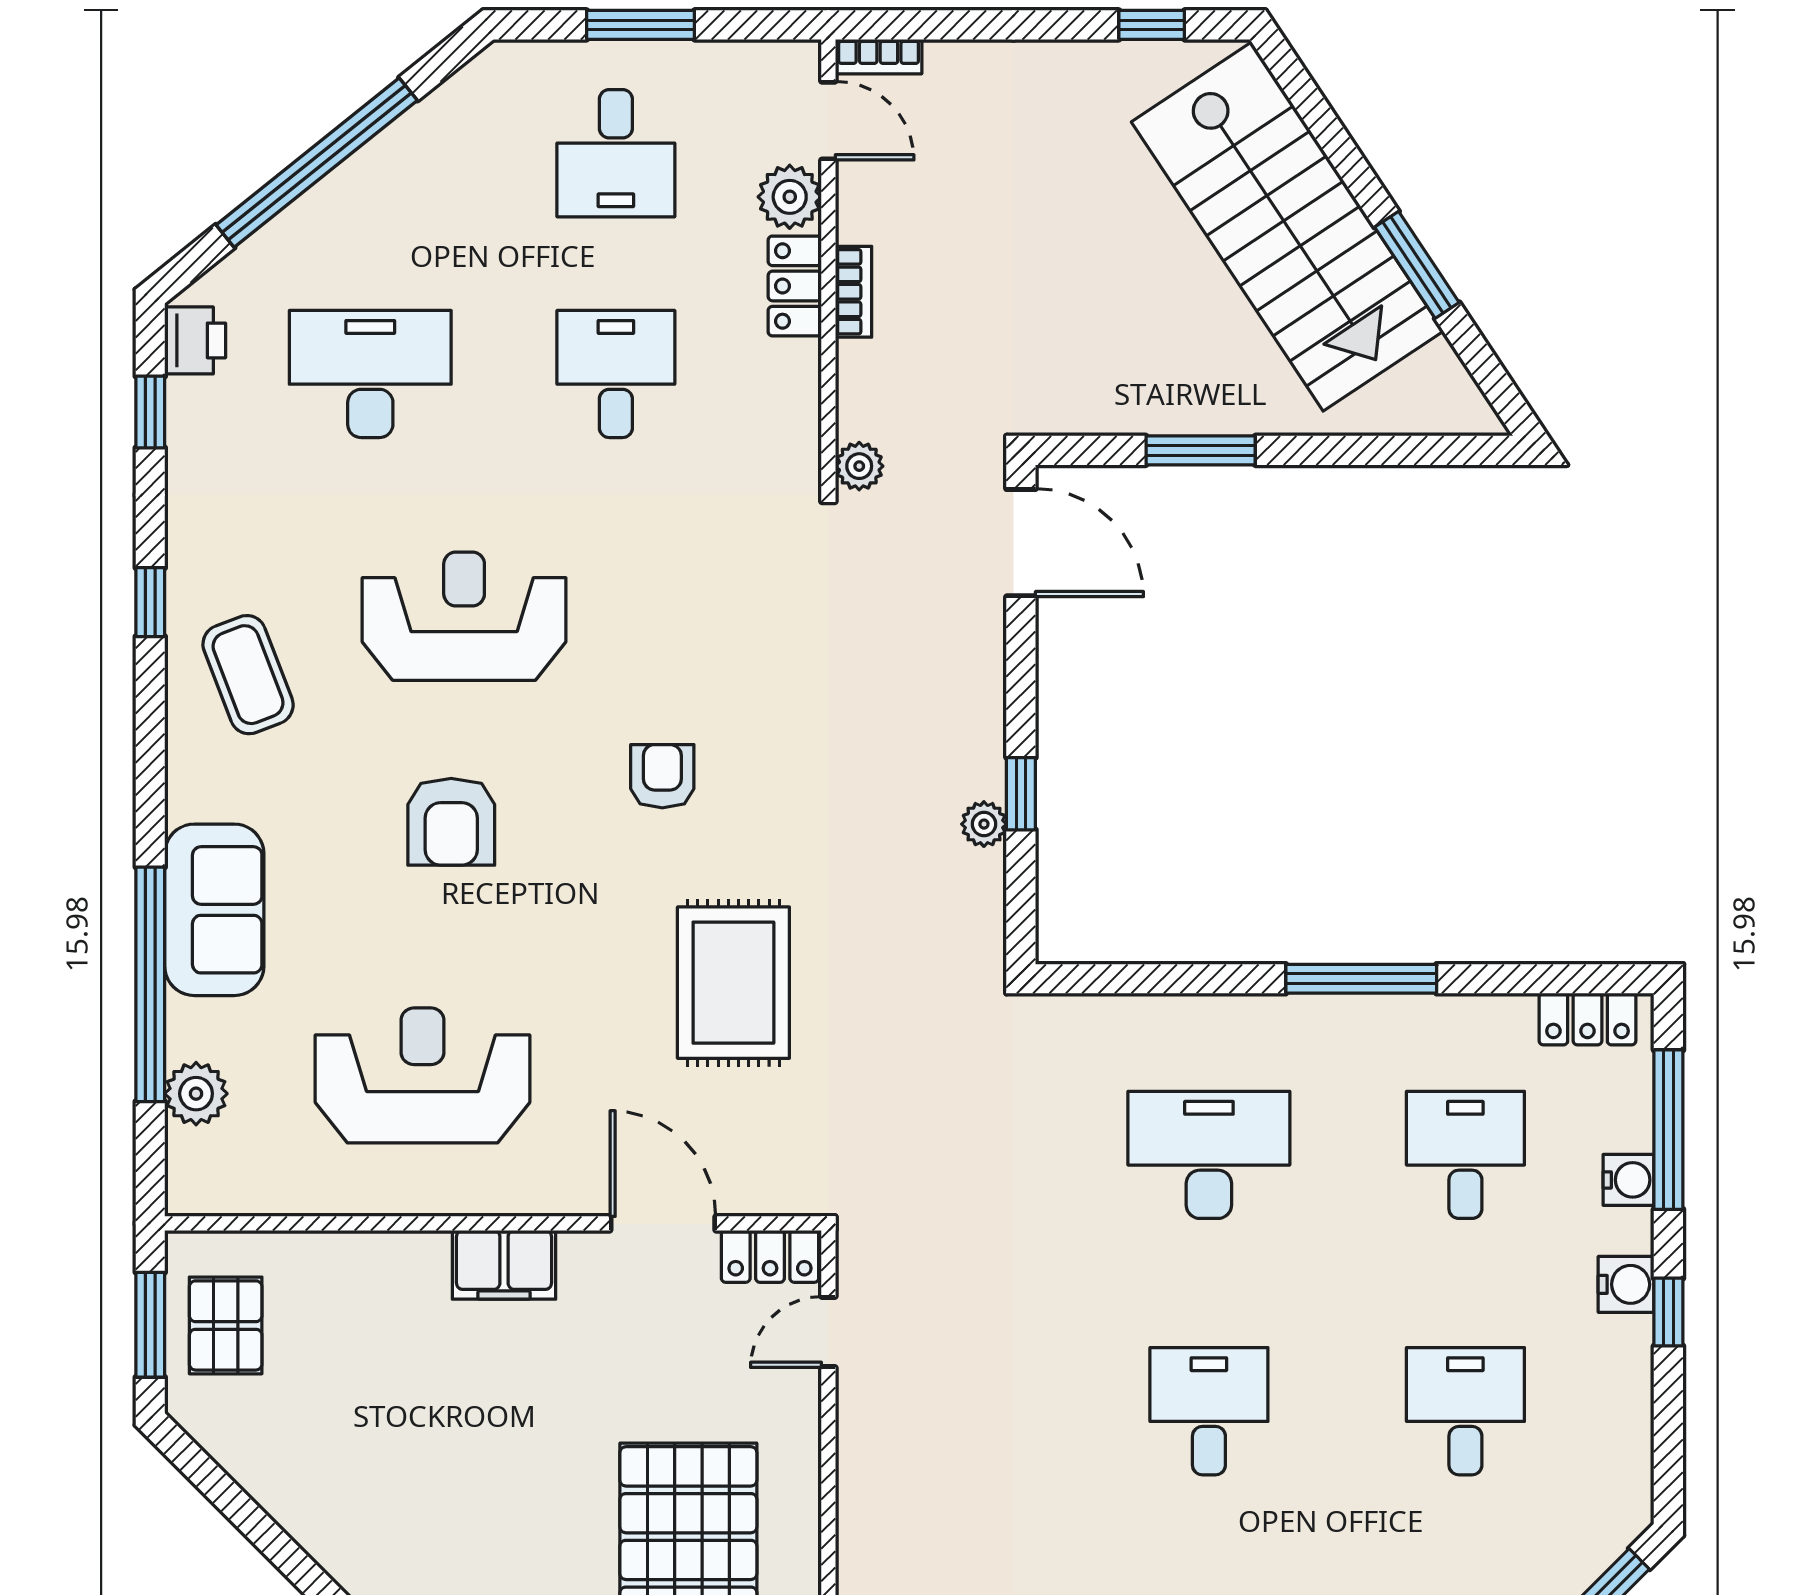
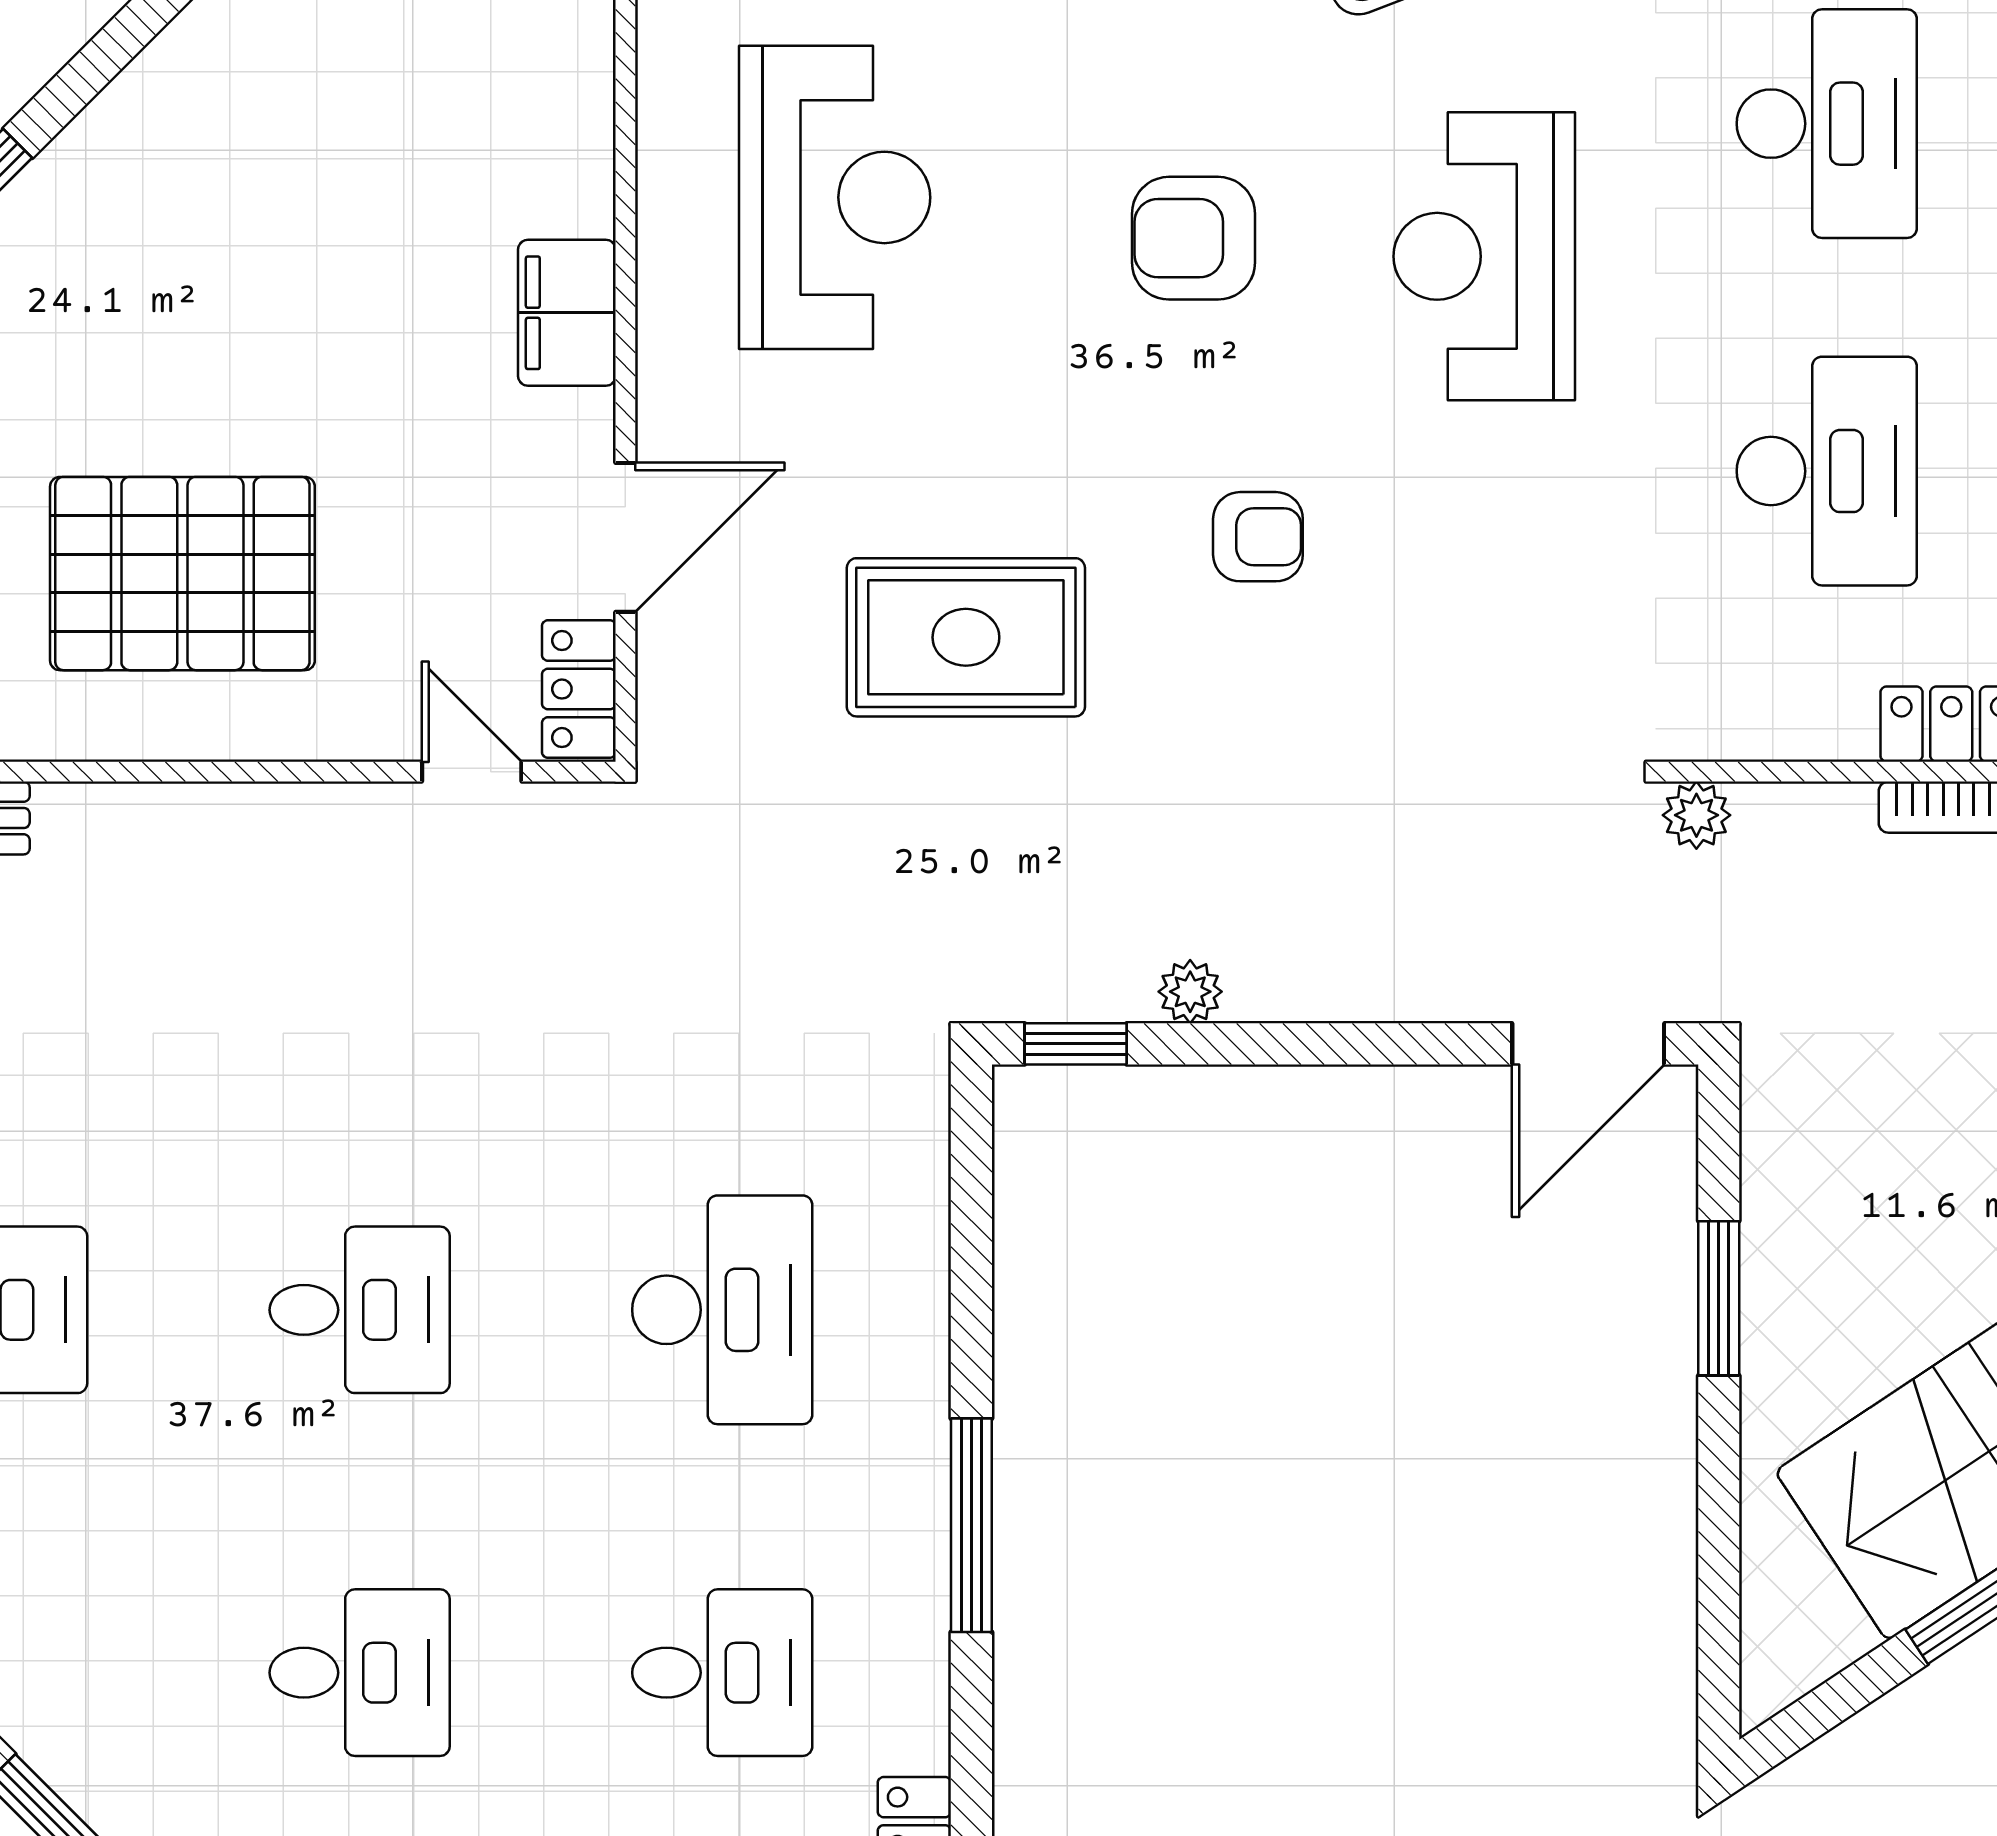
desk: (616, 374) -> (1827, 471), width x1.37
reception desk: (464, 616) -> (1484, 256), turned 180
window: (1021, 794) -> (1076, 1044), moved

